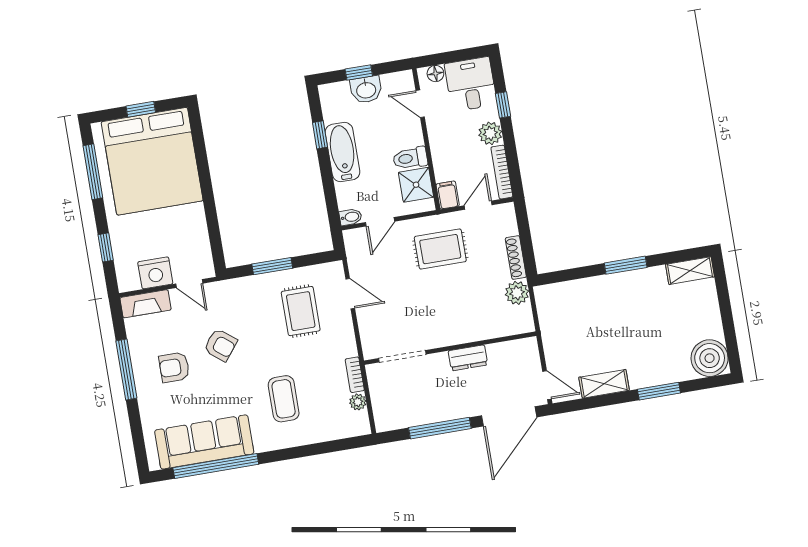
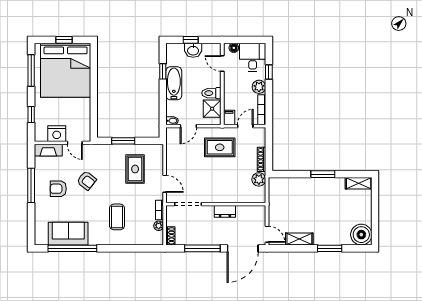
door: (350, 294) -> (165, 184), moved
shoe rack: (381, 416) -> (170, 236), added
sofa: (204, 442) -> (68, 234), width x0.73

